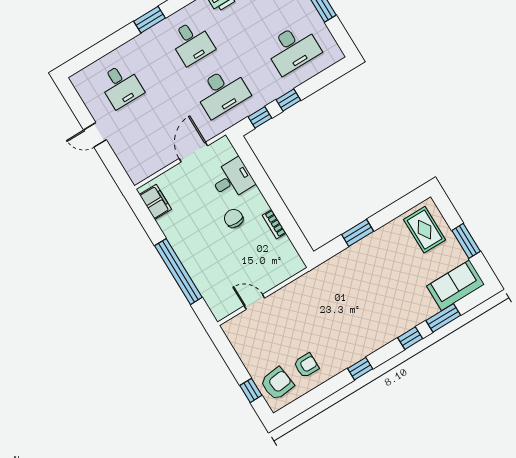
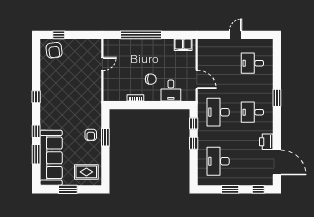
sofa: (456, 285) -> (51, 158), width x1.85, depth x1.27
armchair: (306, 365) -> (91, 135), moved

